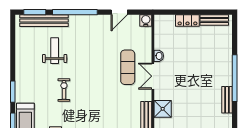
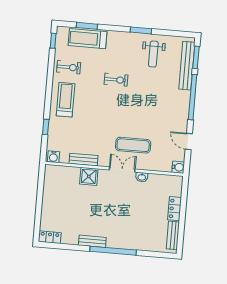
weight bench: (55, 51) -> (153, 54), moved, turned 90
window: (13, 92) -> (141, 30), moved

